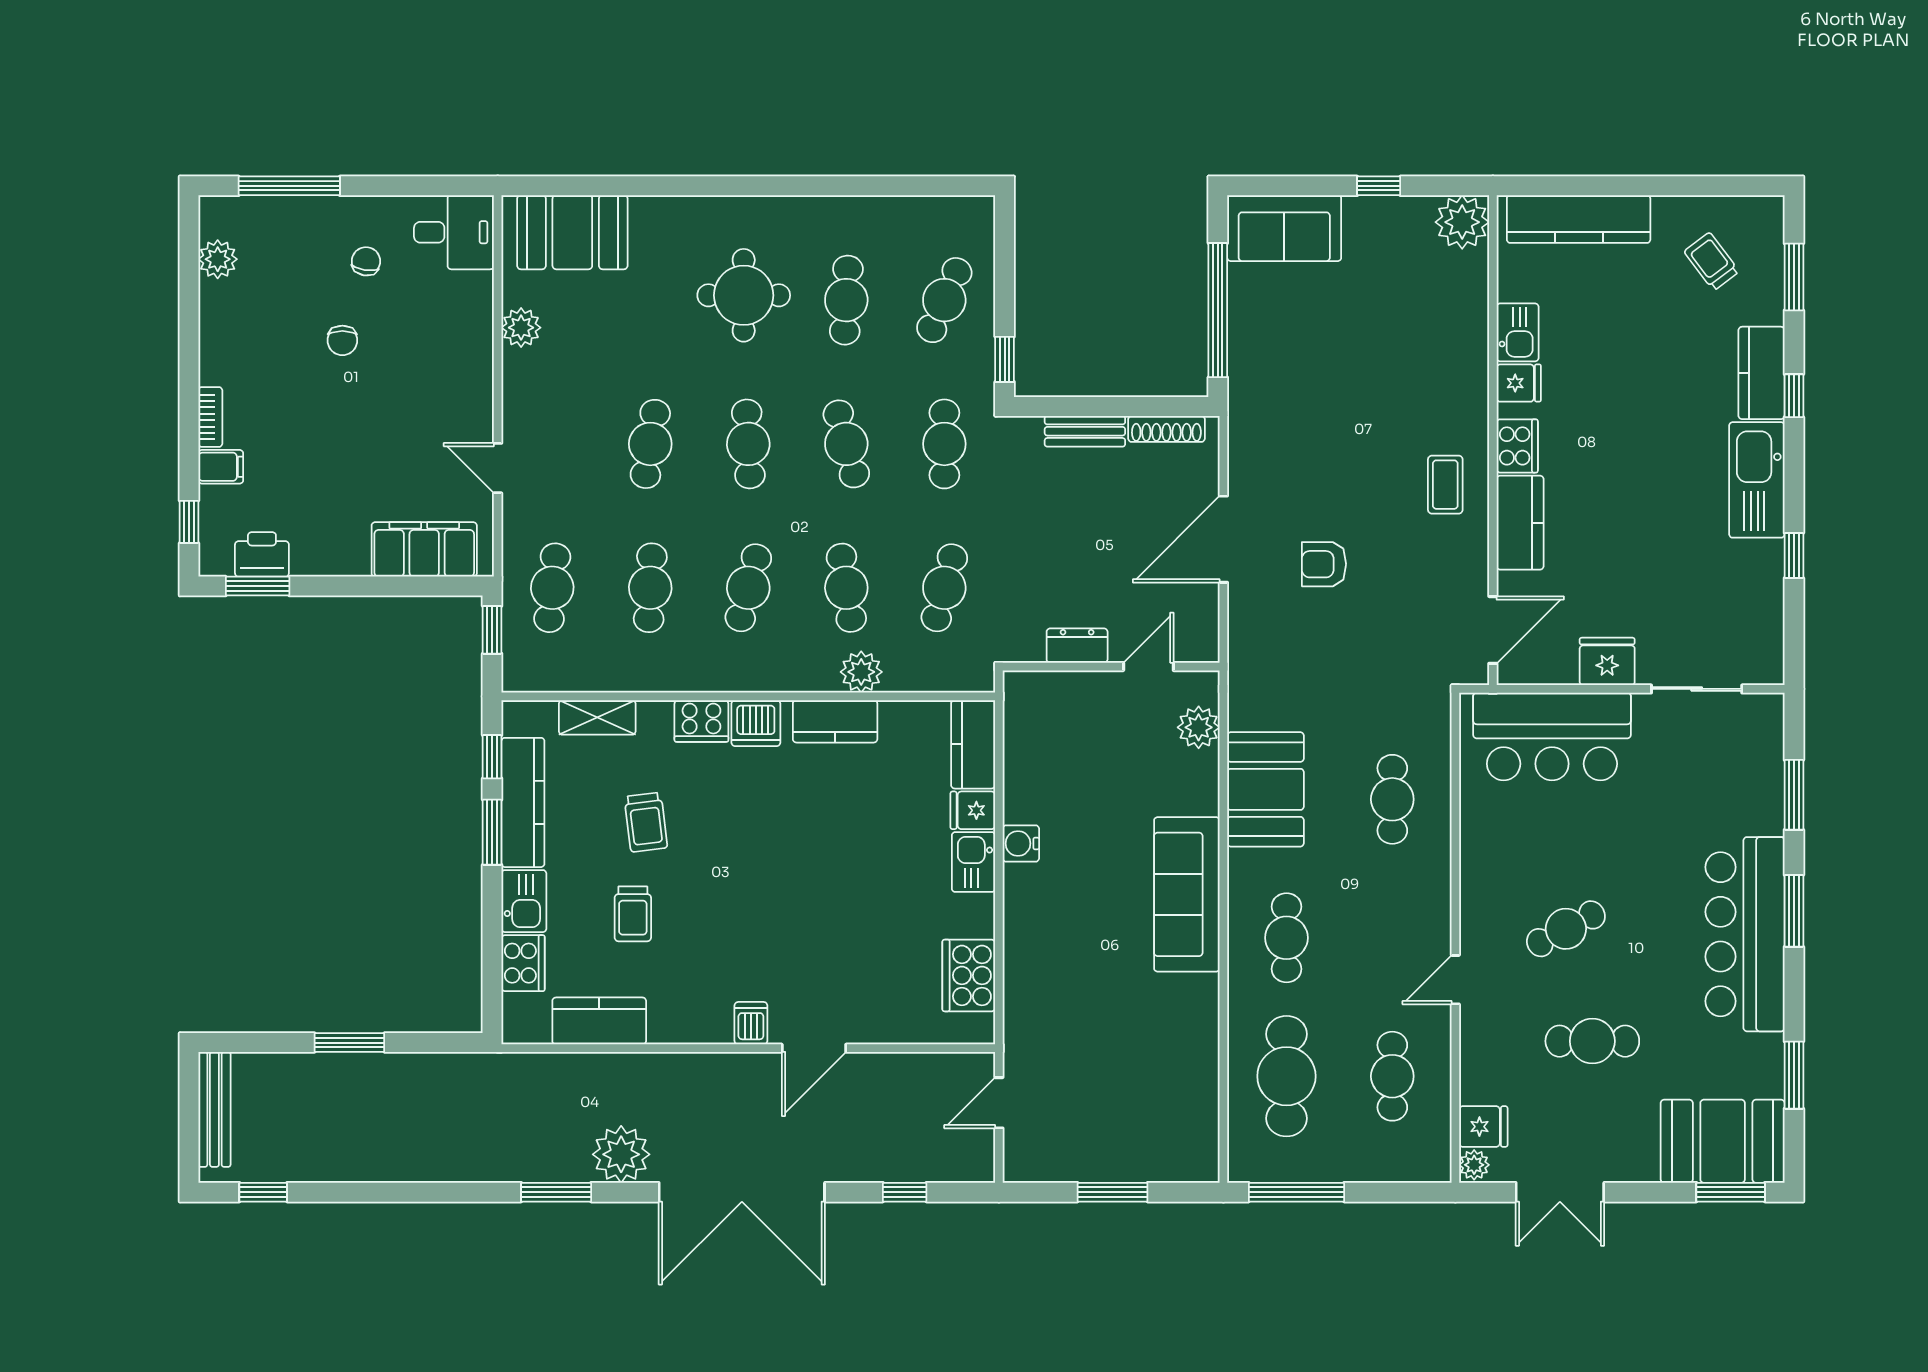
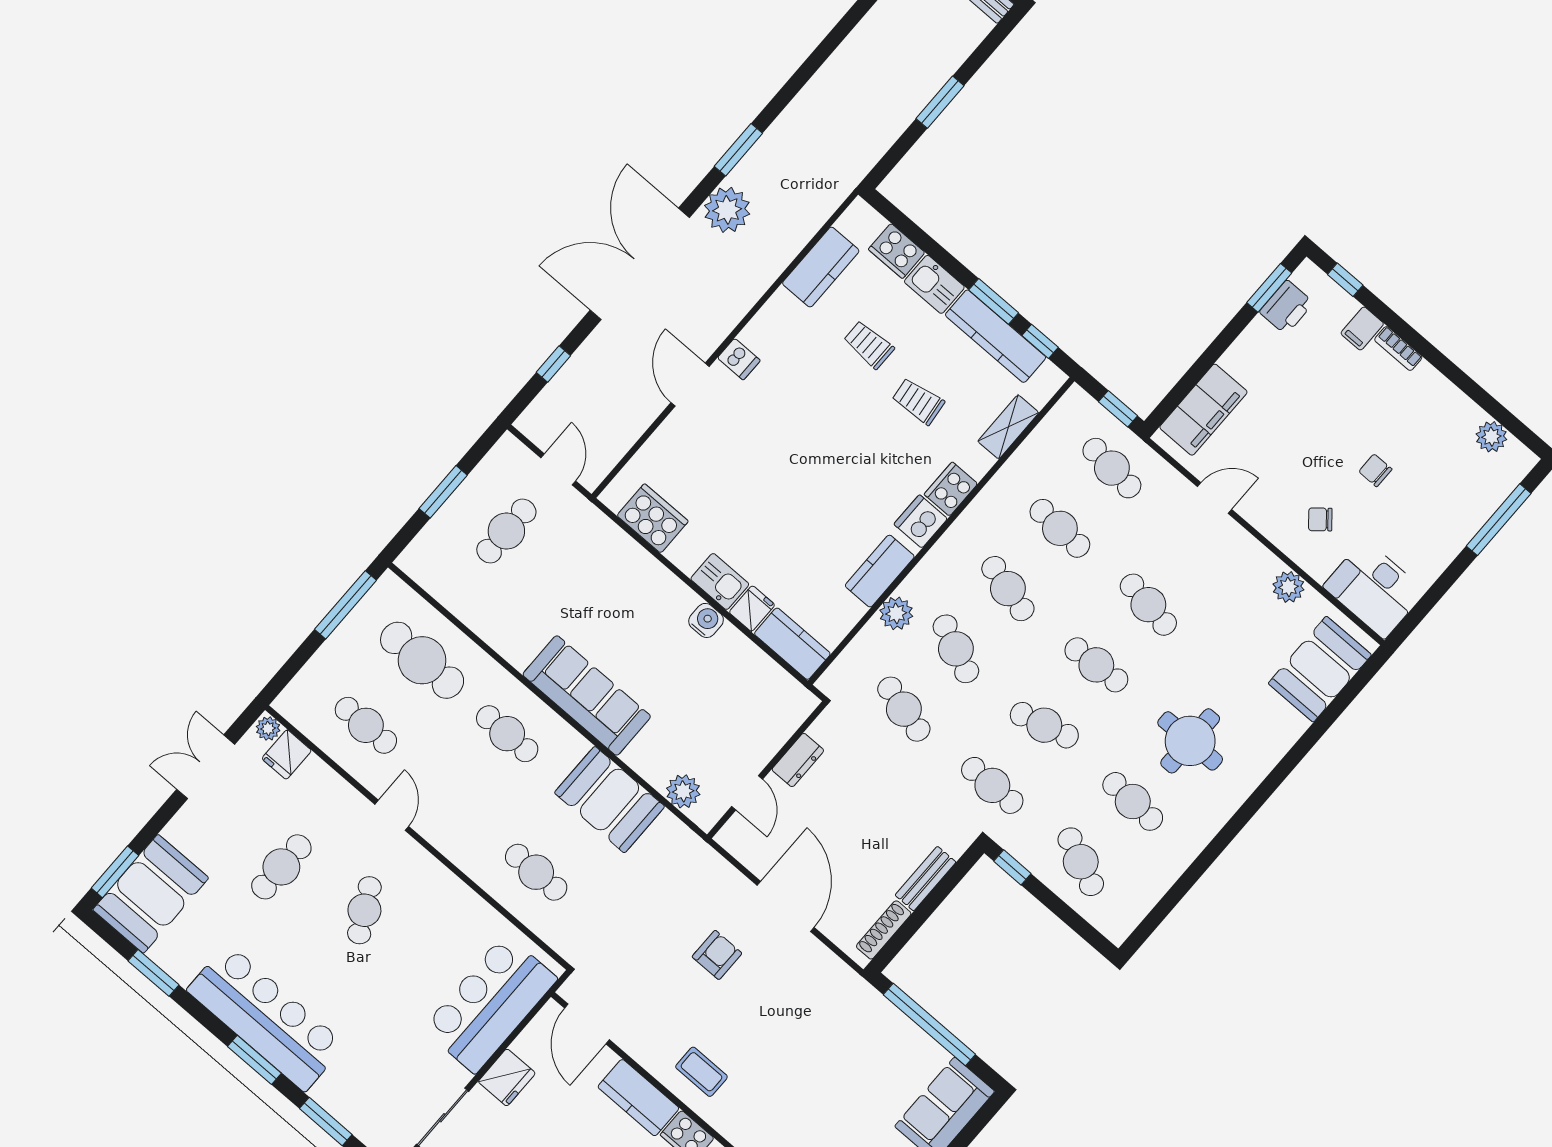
desk: (454, 232) -> (1374, 589), width x1.37
chair: (366, 261) -> (1320, 519), moved, turned 131
cafe table: (846, 588) -> (956, 649), turned 33
cafe table: (1098, 1102) -> (506, 531), added

